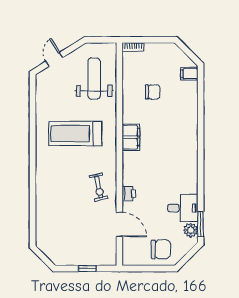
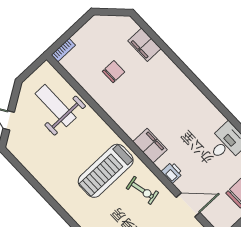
filing cabinet: (189, 74) -> (144, 45), moved, width x2.00
treadmill: (75, 134) -> (106, 171), moved
filing cabinet: (131, 137) -> (150, 146), moved

